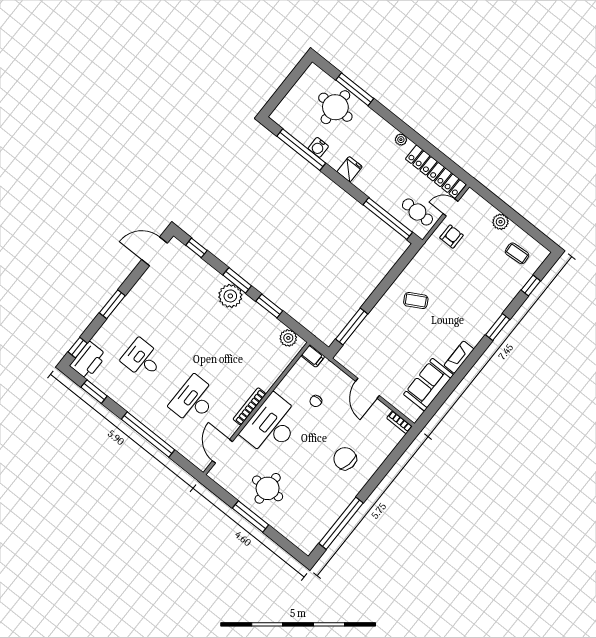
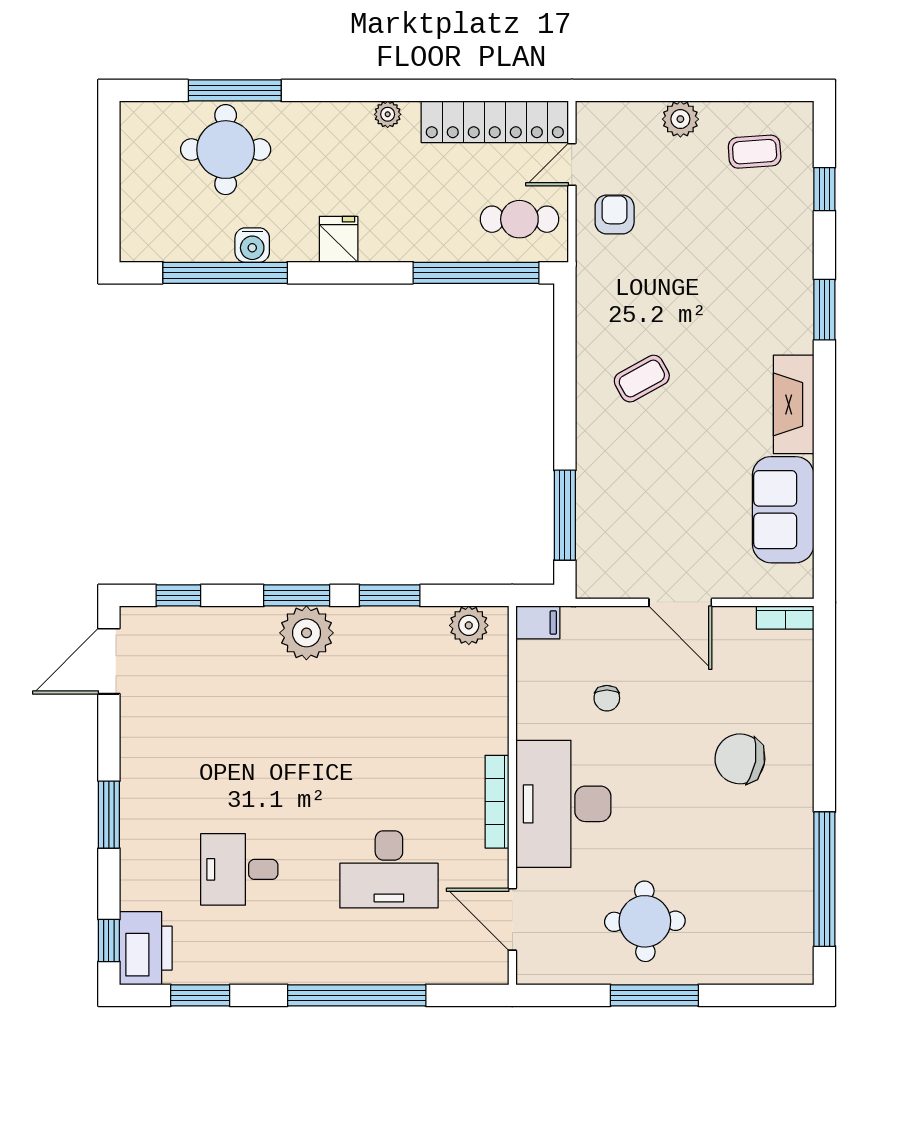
fireplace: (459, 357) -> (794, 404), width x1.37, depth x1.32
desk: (194, 400) -> (389, 869), turned -90

